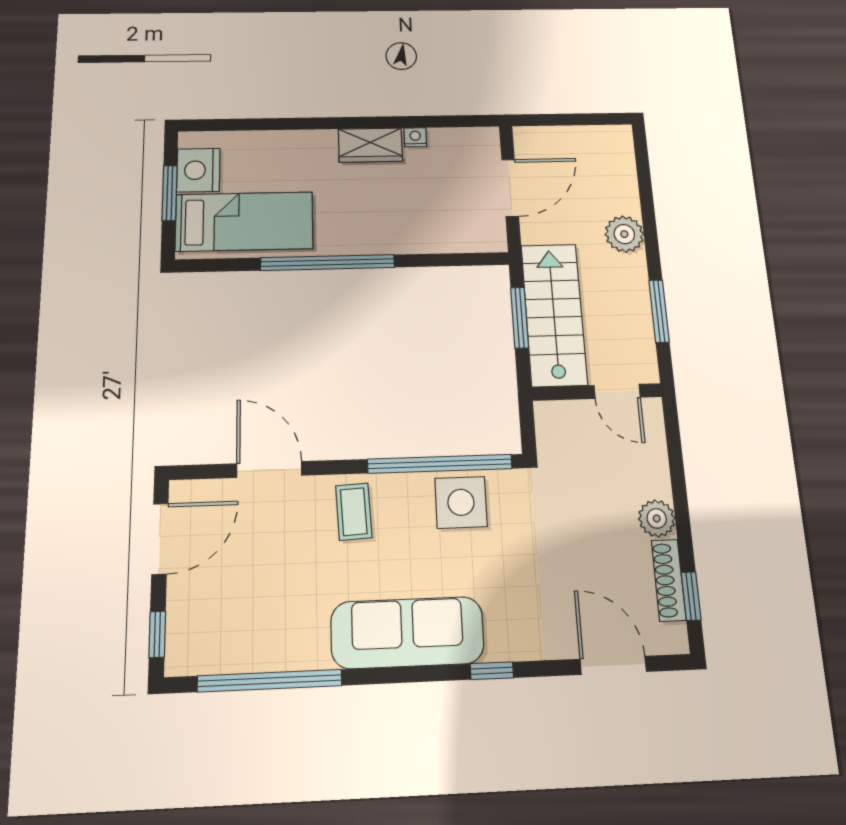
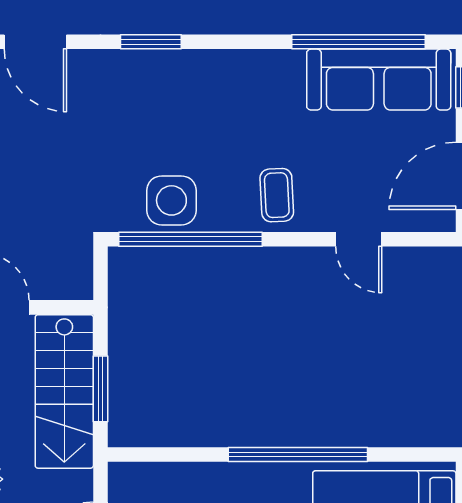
door: (269, 470) -> (359, 239), width x0.73
sofa: (407, 633) -> (379, 80), moved
window: (492, 671) -> (151, 42), width x1.50

